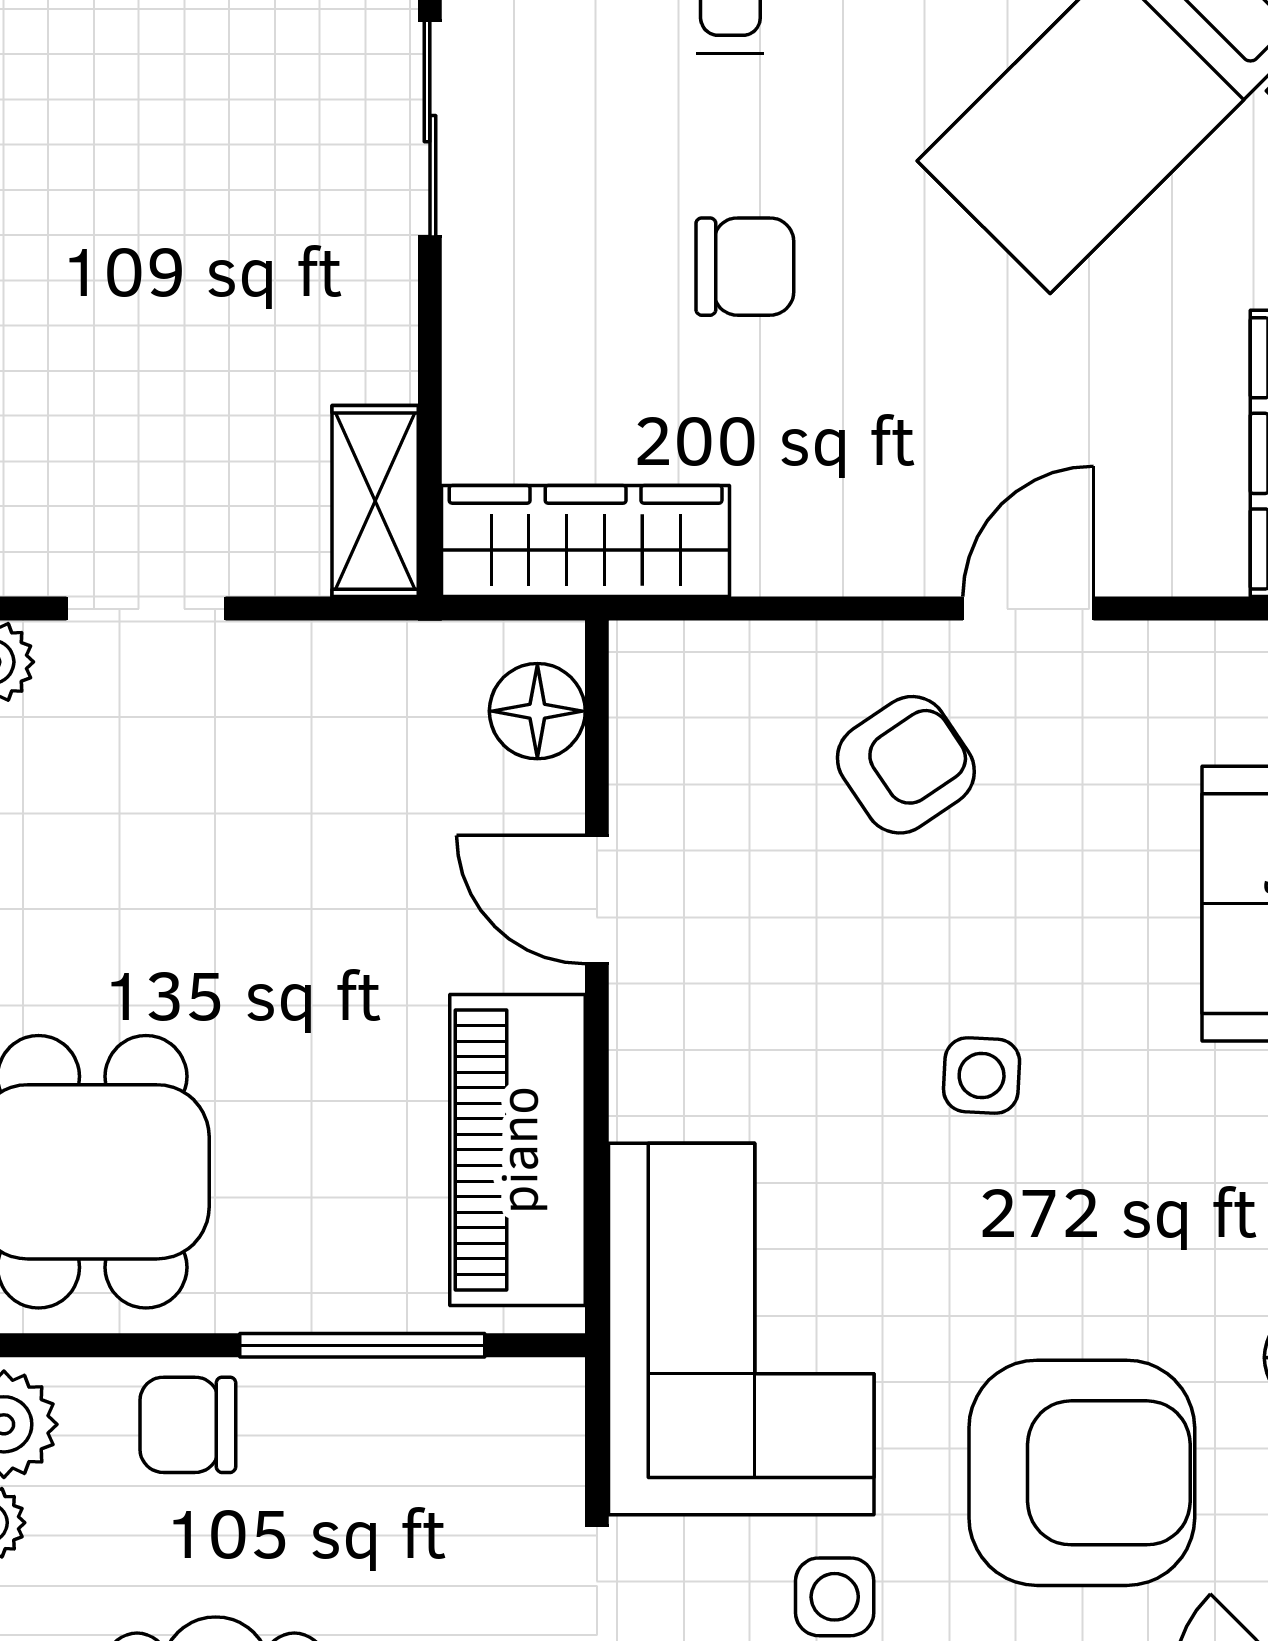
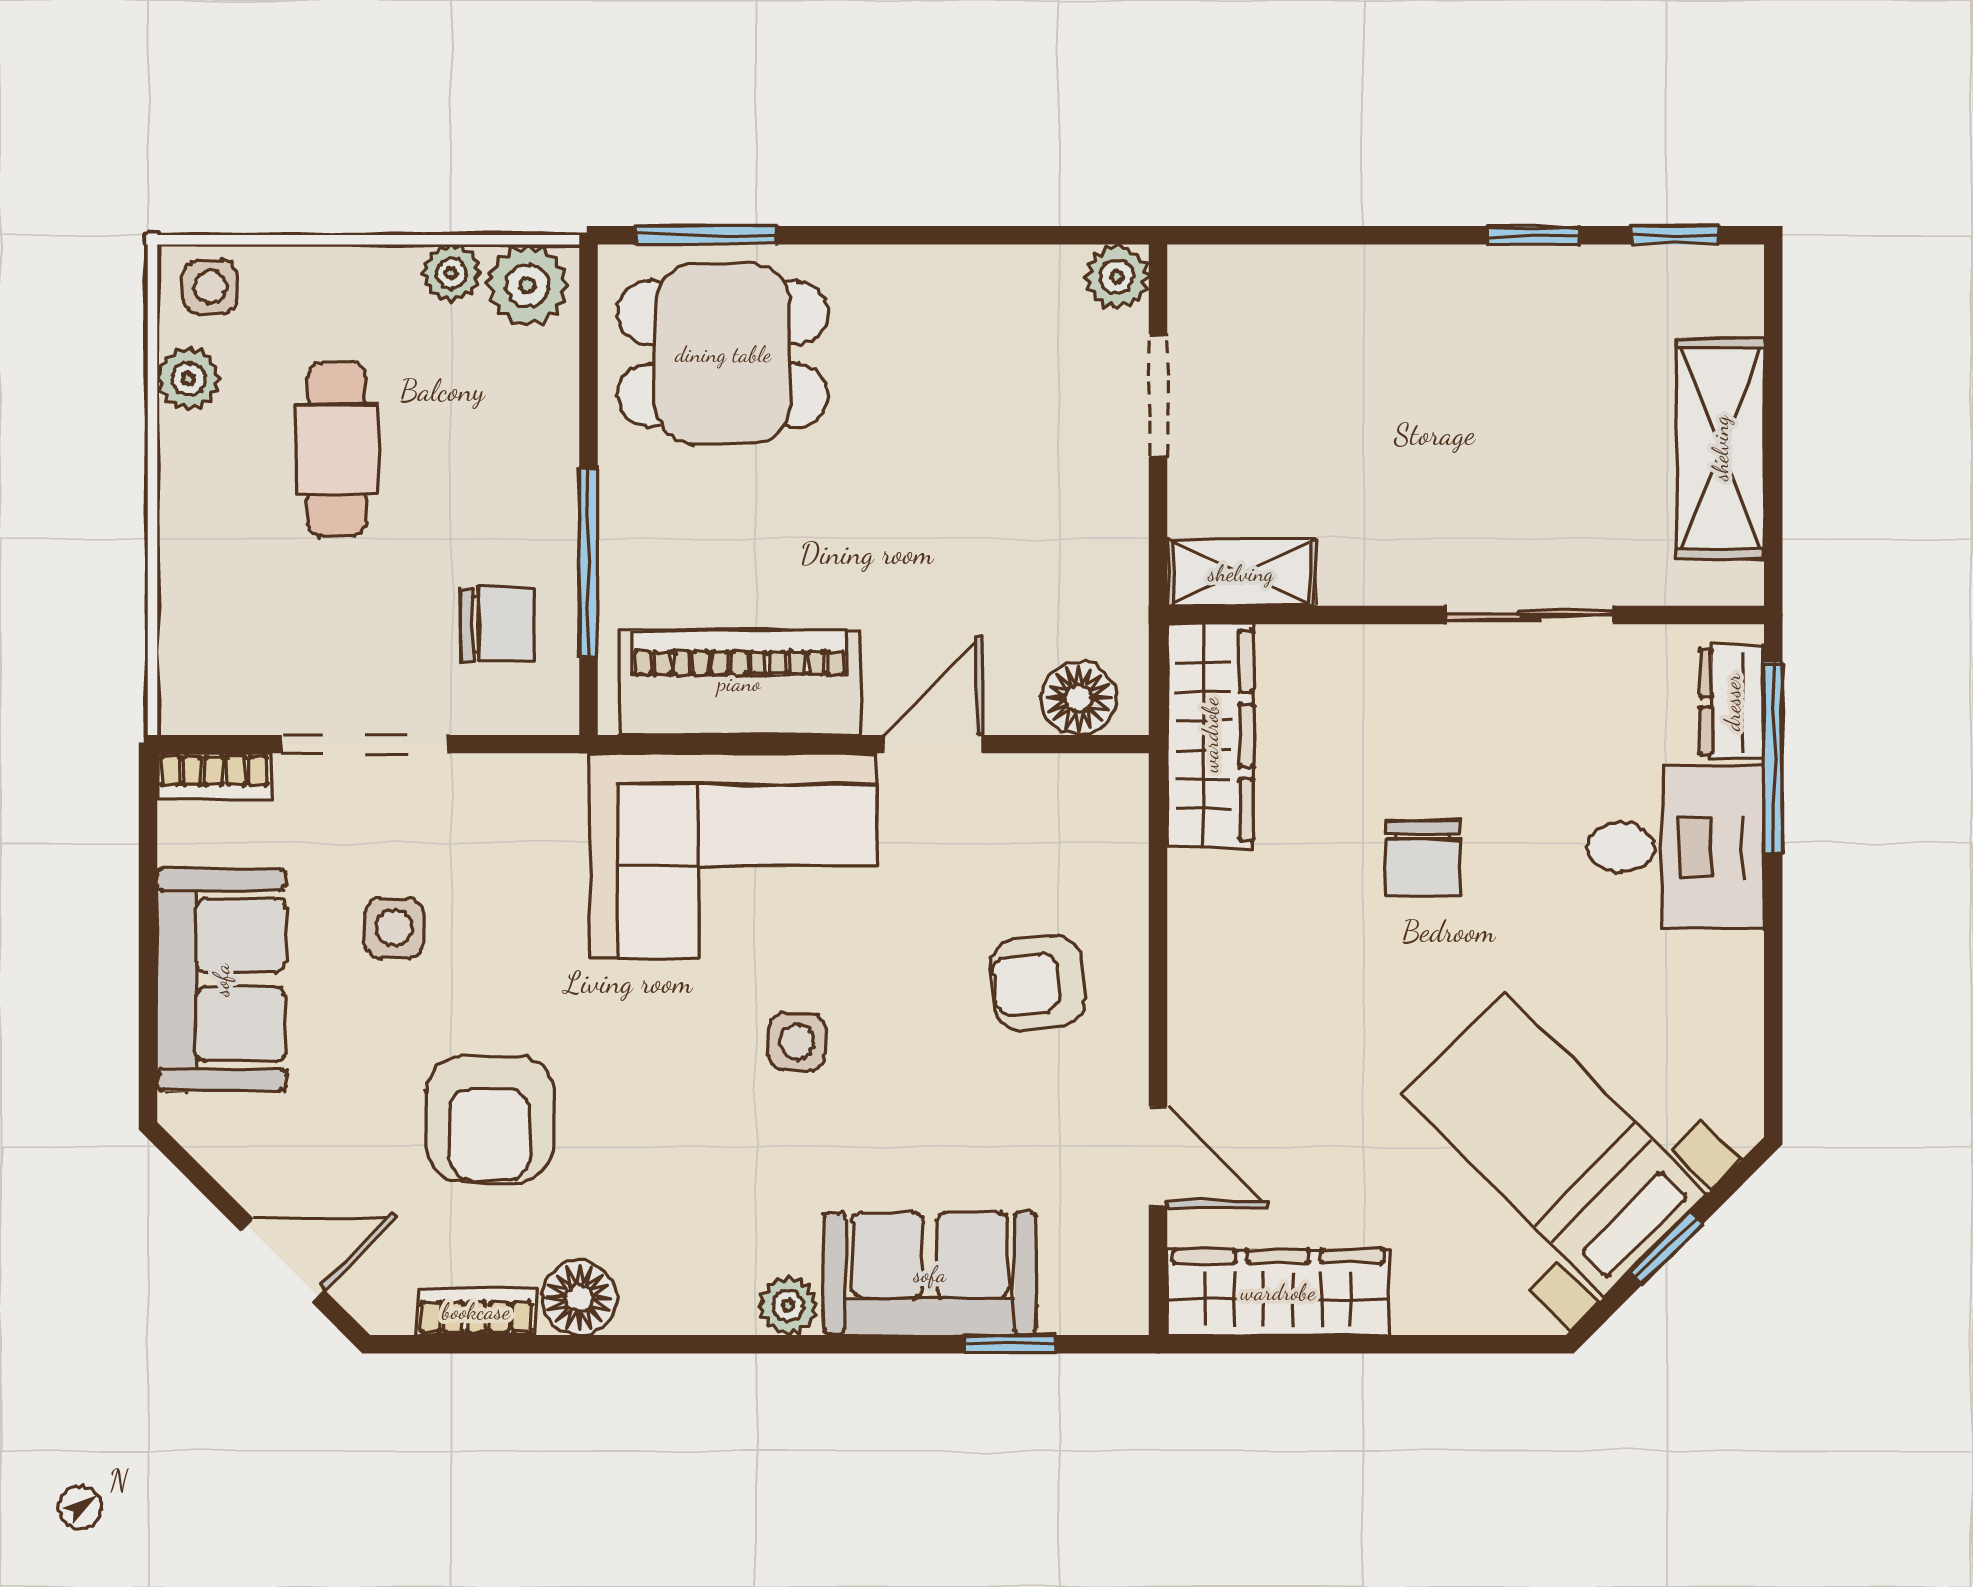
door: (1028, 609) -> (1158, 1157), moved
armchair: (906, 765) -> (1037, 983), turned 118
corner sofa: (741, 1329) -> (733, 856), moved
chair: (188, 1425) -> (497, 625), moved, turned 90
armchair: (1082, 1473) -> (490, 1119), width x0.73, depth x0.73

